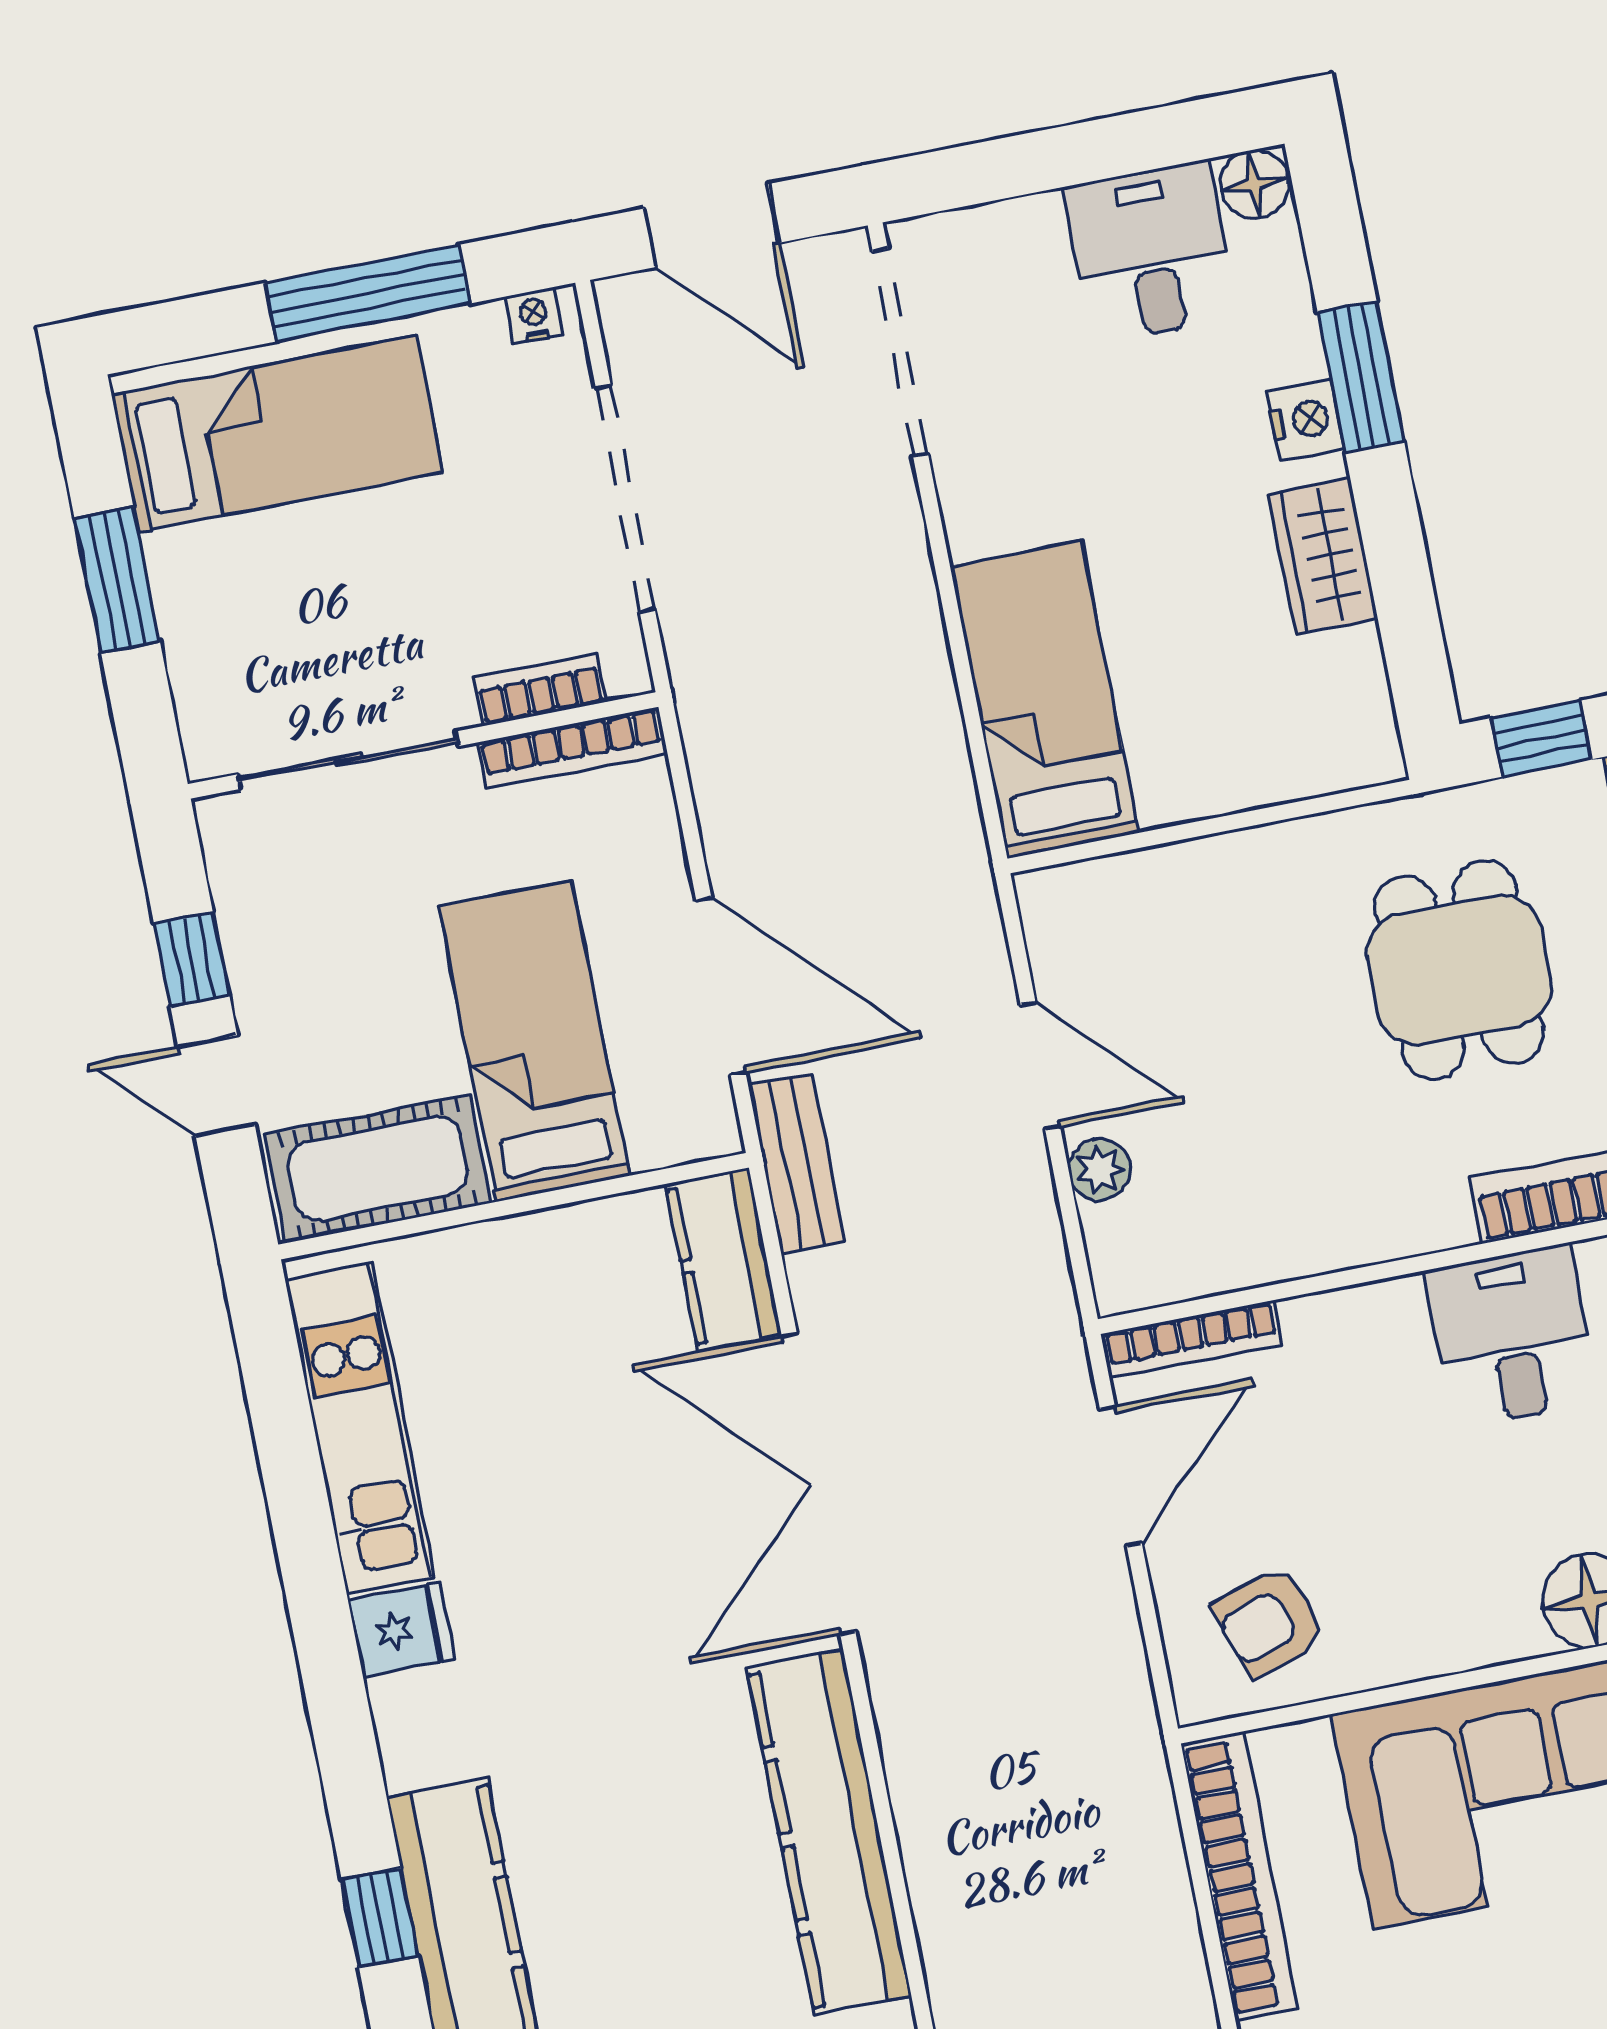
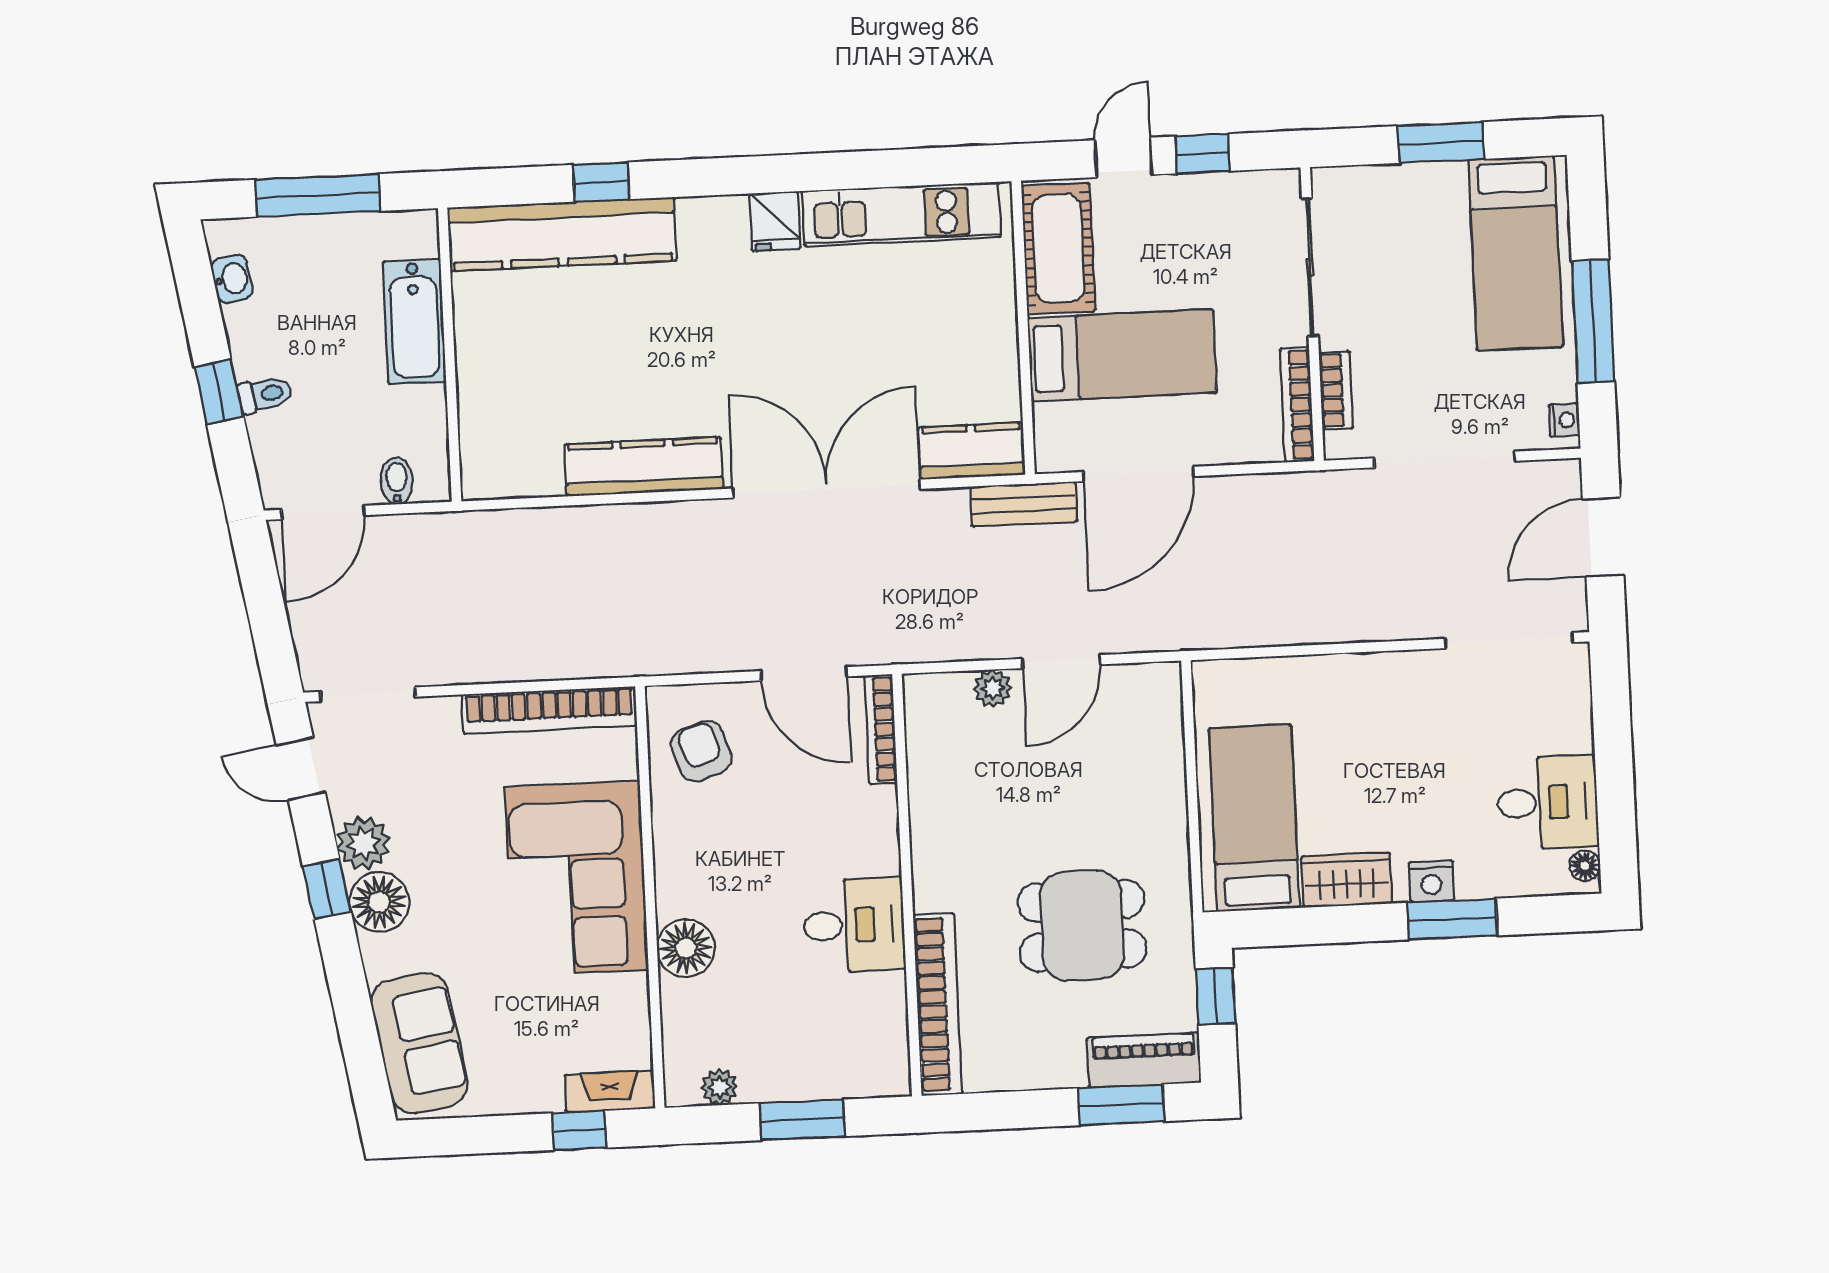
floor lamp: (1255, 184) -> (1585, 866), width x0.73, depth x0.73
bed: (1044, 700) -> (1254, 818), moved, turned -90
kitchen counter: (829, 1832) -> (644, 467), width x0.72, depth x0.86

